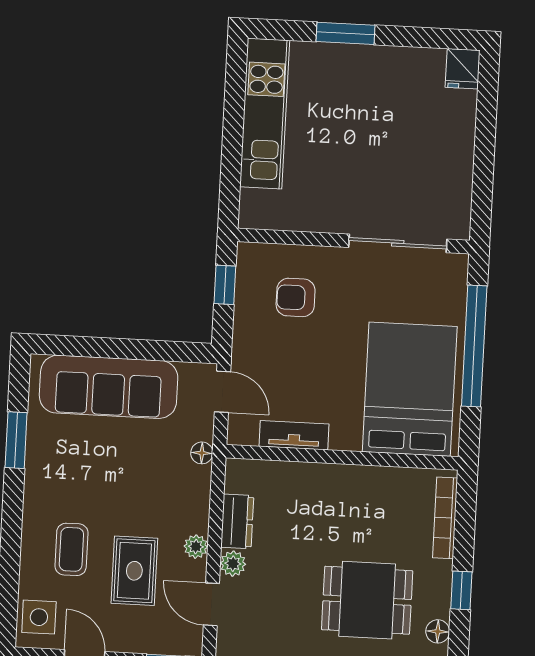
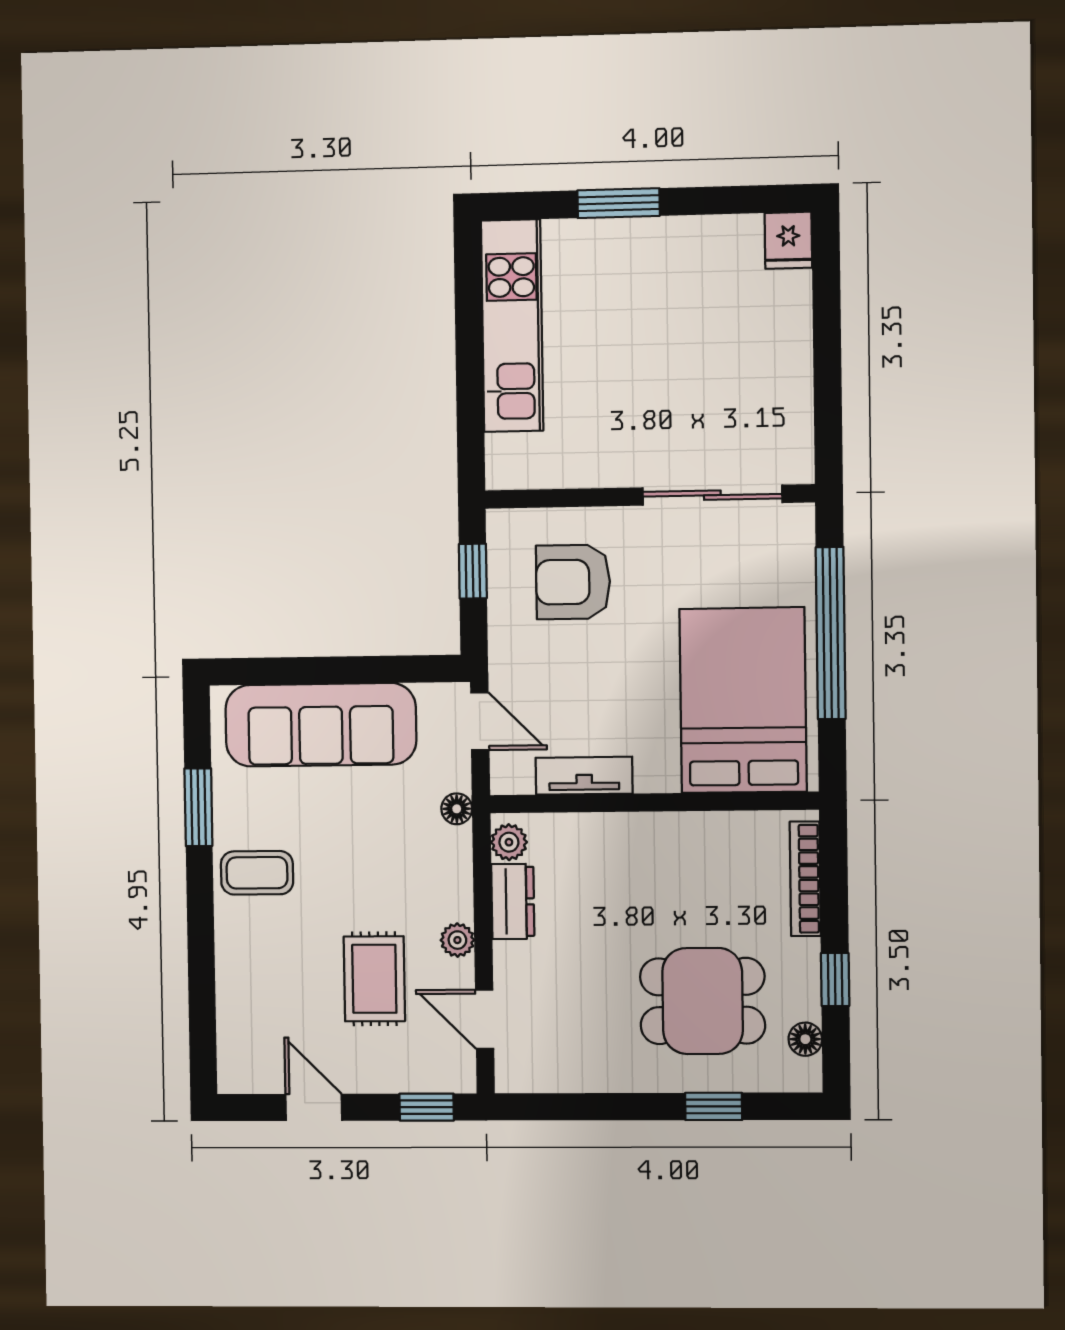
armchair: (296, 297) -> (573, 582), width x1.38, depth x1.38
coffee table: (71, 549) -> (257, 873), moved, turned 90
plant: (233, 564) -> (509, 842), moved
side table: (39, 617) -> (247, 1051), removed

